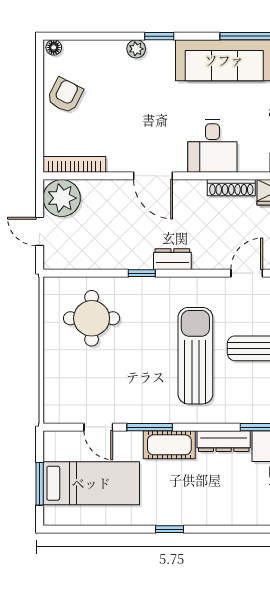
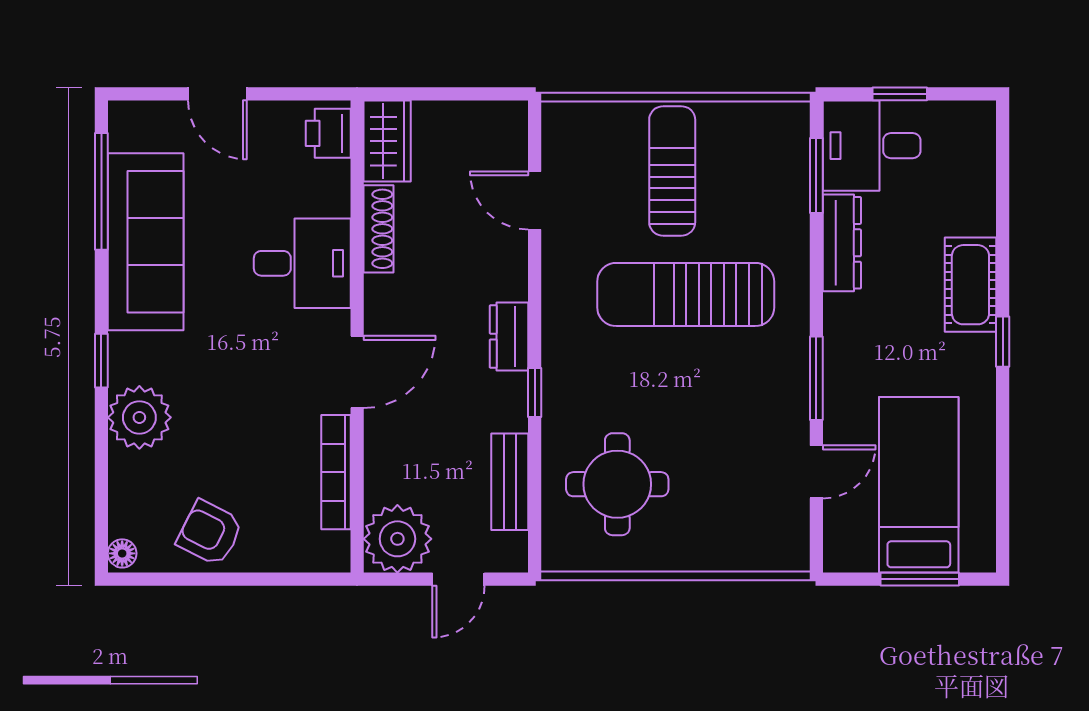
plant: (136, 49) -> (139, 417), width x1.88, depth x1.88
bookcase: (74, 164) -> (336, 472), moved
bench: (93, 259) -> (510, 482), added
cot: (169, 445) -> (970, 285), moved

